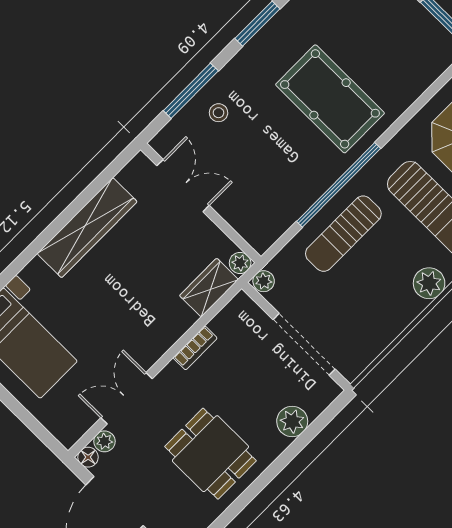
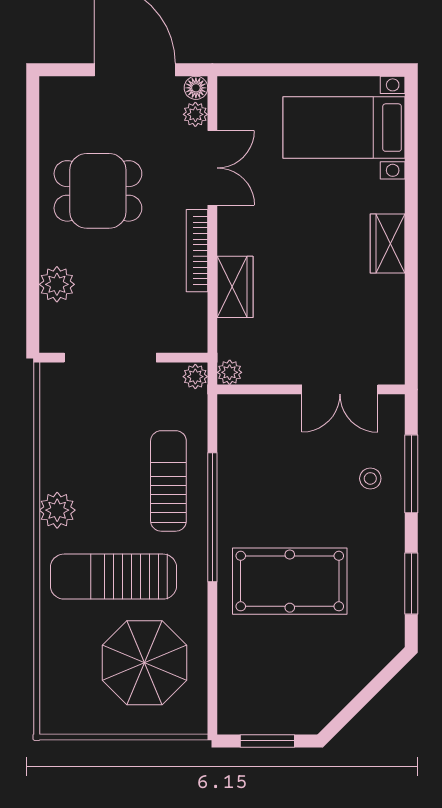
wardrobe: (87, 228) -> (388, 243), width x0.48, depth x0.85
wardrobe: (209, 288) -> (235, 287), moved
bookcase: (195, 348) -> (197, 251), width x1.56

